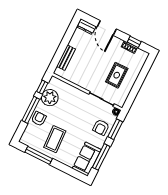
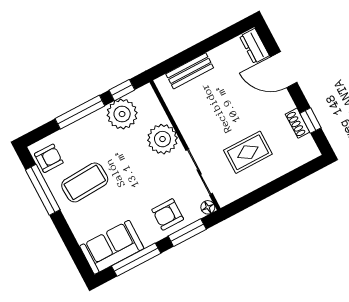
door: (107, 28) -> (284, 70), hinge flipped
plant: (75, 96) -> (162, 139), added
armchair: (39, 119) -> (49, 158), moved

